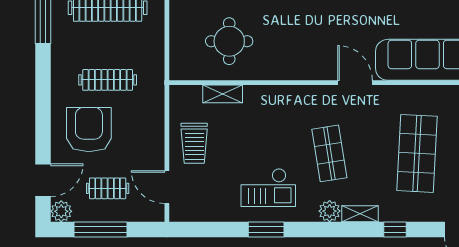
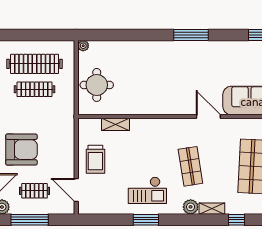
round table: (229, 41) -> (97, 85), moved
clothes rail: (108, 80) -> (35, 89), moved
armchair: (89, 130) -> (21, 150), turned 90

